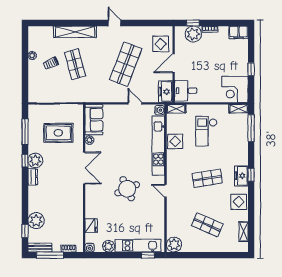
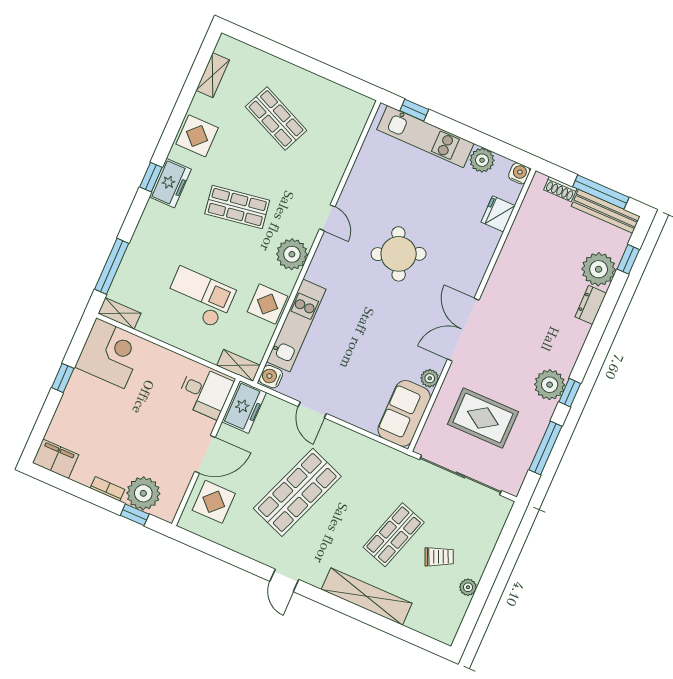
shop shelf: (75, 64) -> (394, 535), turned 33
checkout: (206, 131) -> (200, 298), turned -90
kitchen unit: (158, 145) -> (296, 325), width x0.73
dresser: (33, 177) -> (591, 305), moved
plant: (174, 245) -> (292, 254), moved
bench: (40, 248) -> (606, 211), width x1.36

